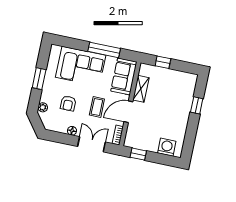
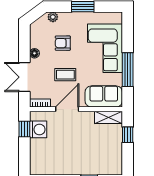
shelving: (141, 89) -> (108, 117), moved
door: (128, 112) -> (67, 109), hinge flipped
double door: (91, 144) -> (24, 77), swing flipped
washing machine: (167, 147) -> (38, 129), moved

